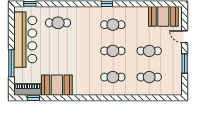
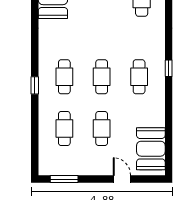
door: (185, 37) -> (122, 179), hinge flipped
window: (185, 63) -> (64, 179), moved
window: (119, 98) -> (35, 85), added

